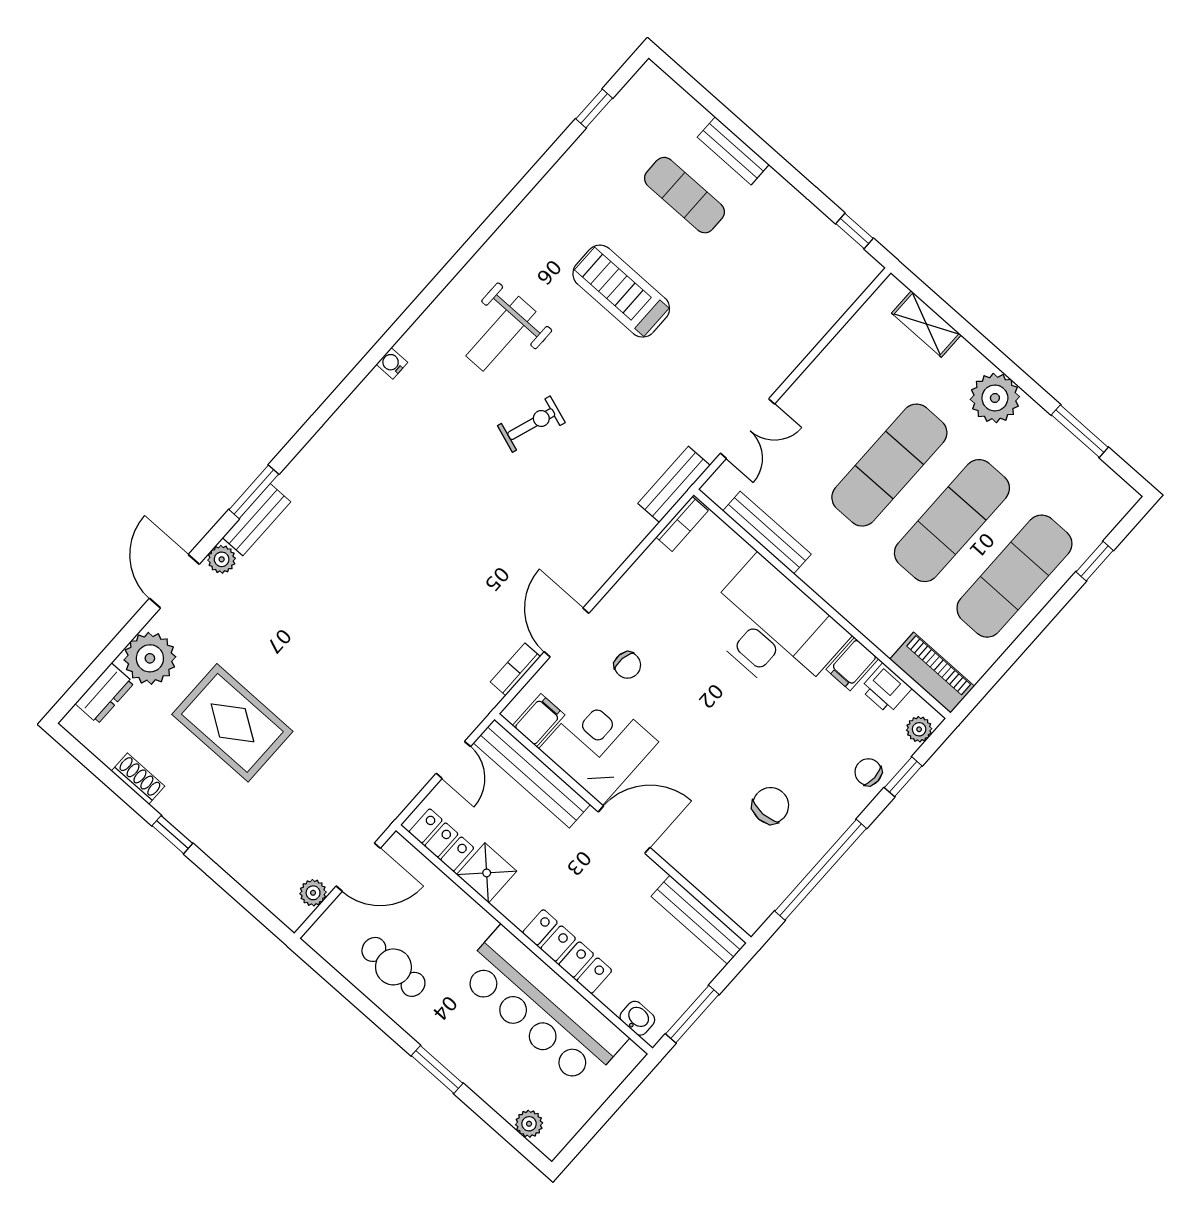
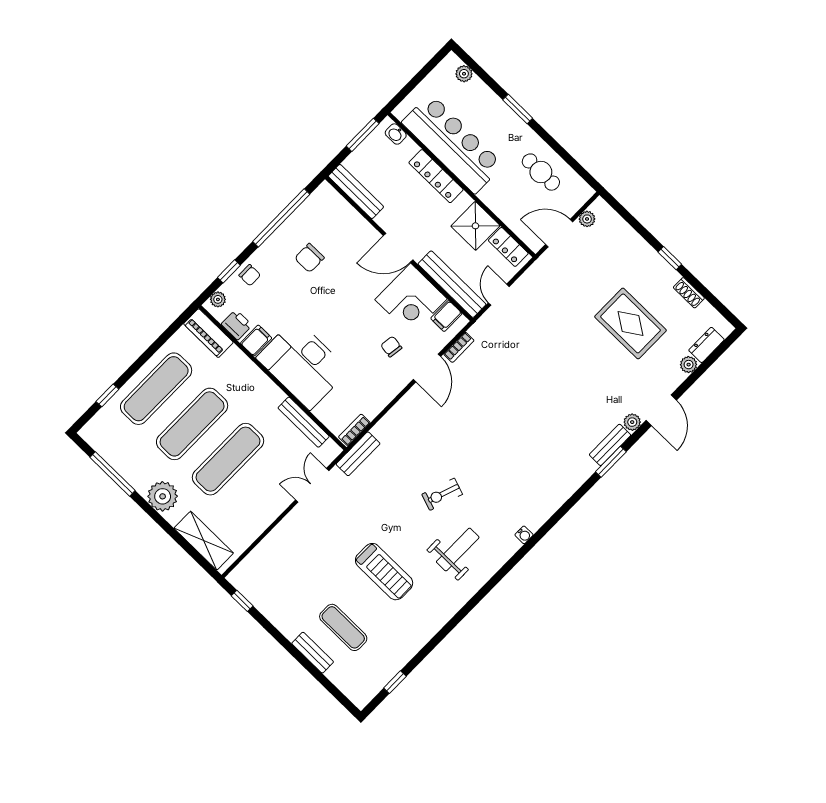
shelving: (926, 324) -> (204, 541), width x1.50, depth x1.33
window: (1080, 431) -> (112, 474), width x1.44
plant: (150, 658) -> (689, 365), width x0.53, depth x0.53
shower: (487, 873) -> (475, 226), width x1.36, depth x1.36

